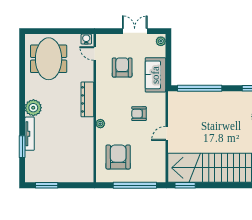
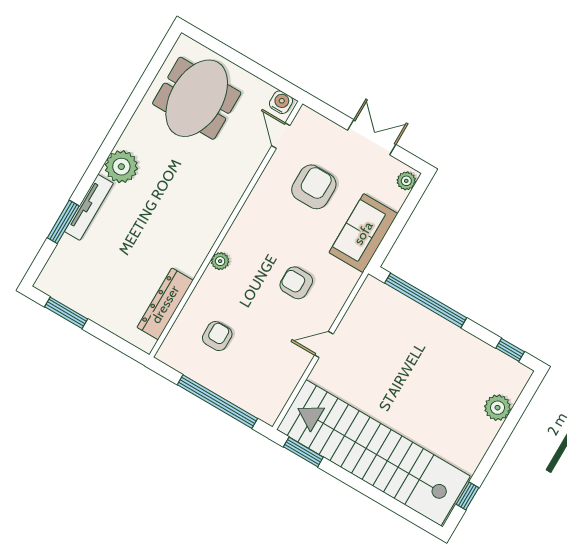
dresser: (87, 99) -> (165, 304), moved
armchair: (118, 157) -> (217, 336), width x0.53, depth x0.53

